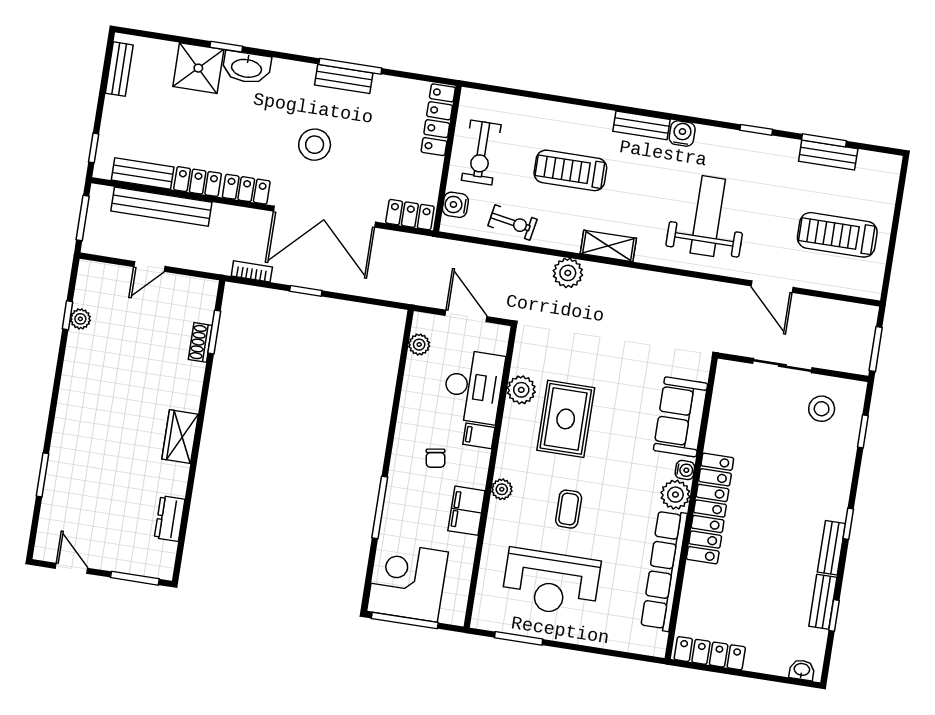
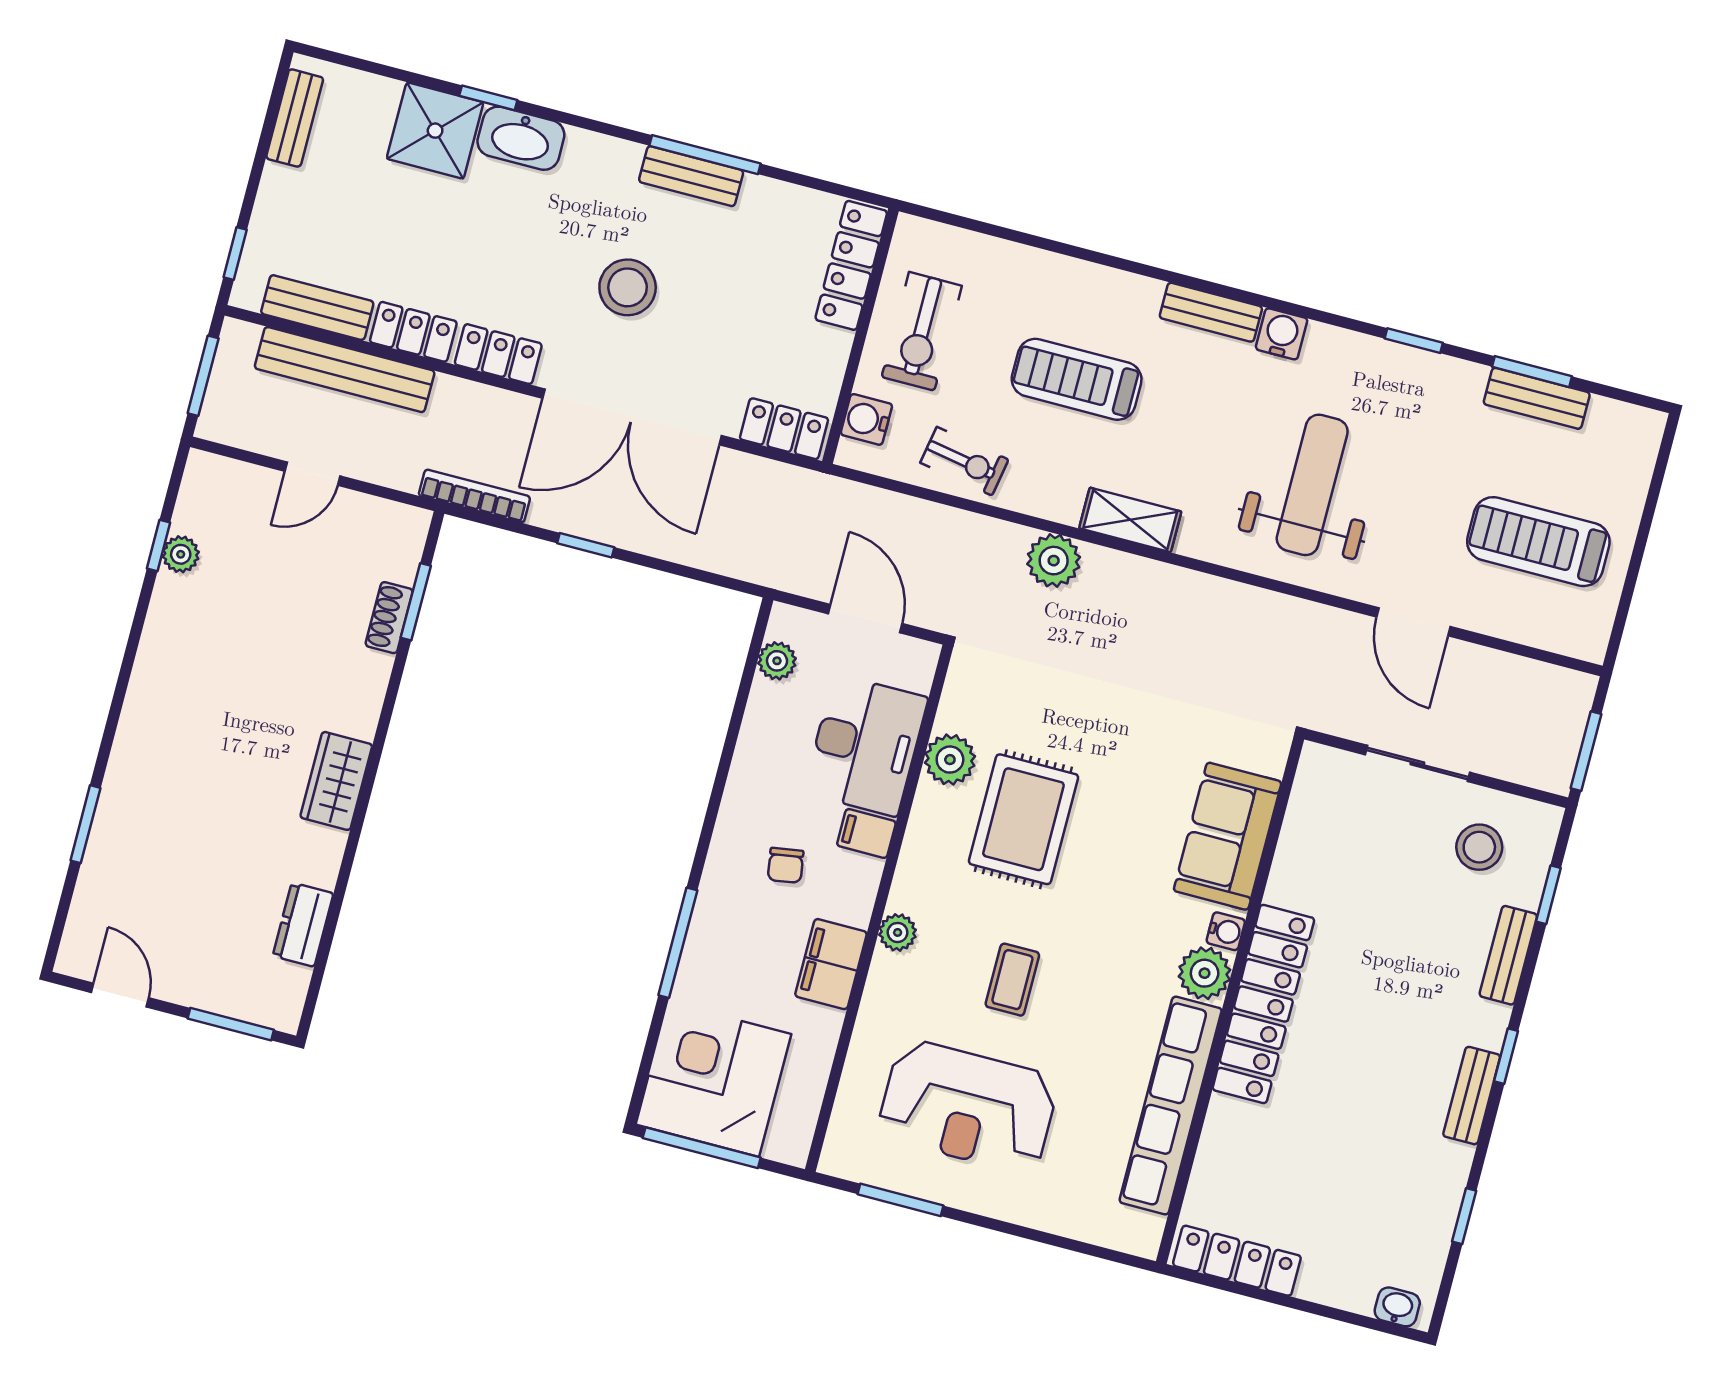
bookcase: (252, 271) -> (474, 496), width x1.56
bench: (823, 602) -> (1508, 955), moved

